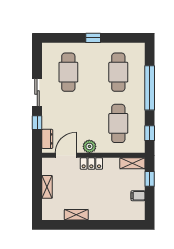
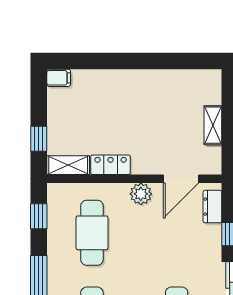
locker: (91, 164) -> (111, 165), moved
filing cabinet: (138, 196) -> (59, 78), moved
shelving: (76, 215) -> (163, 78), removed

